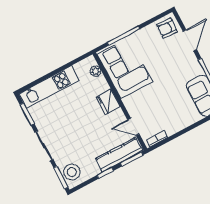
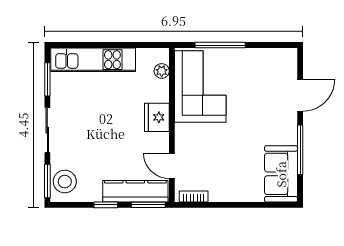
armchair: (167, 28) -> (280, 65), removed

